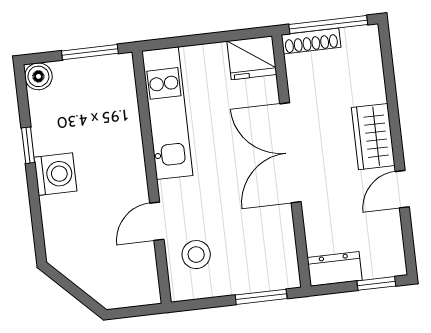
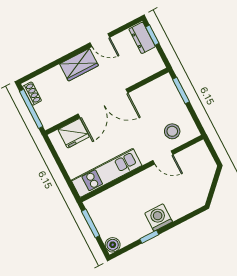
shoe rack: (311, 41) -> (32, 94), moved, width x0.70
fridge: (252, 58) -> (74, 133), moved, turned 90
dresser: (335, 269) -> (142, 38), moved

